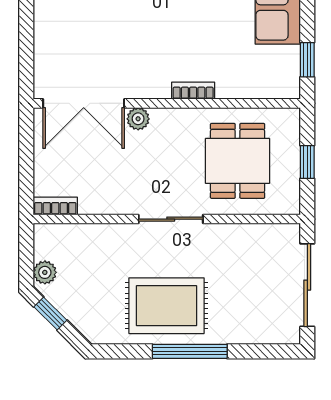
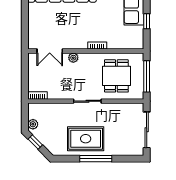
window: (307, 60) -> (147, 21), moved
double door: (84, 103) -> (50, 51), width x0.73
window: (307, 162) -> (147, 76), width x2.17

